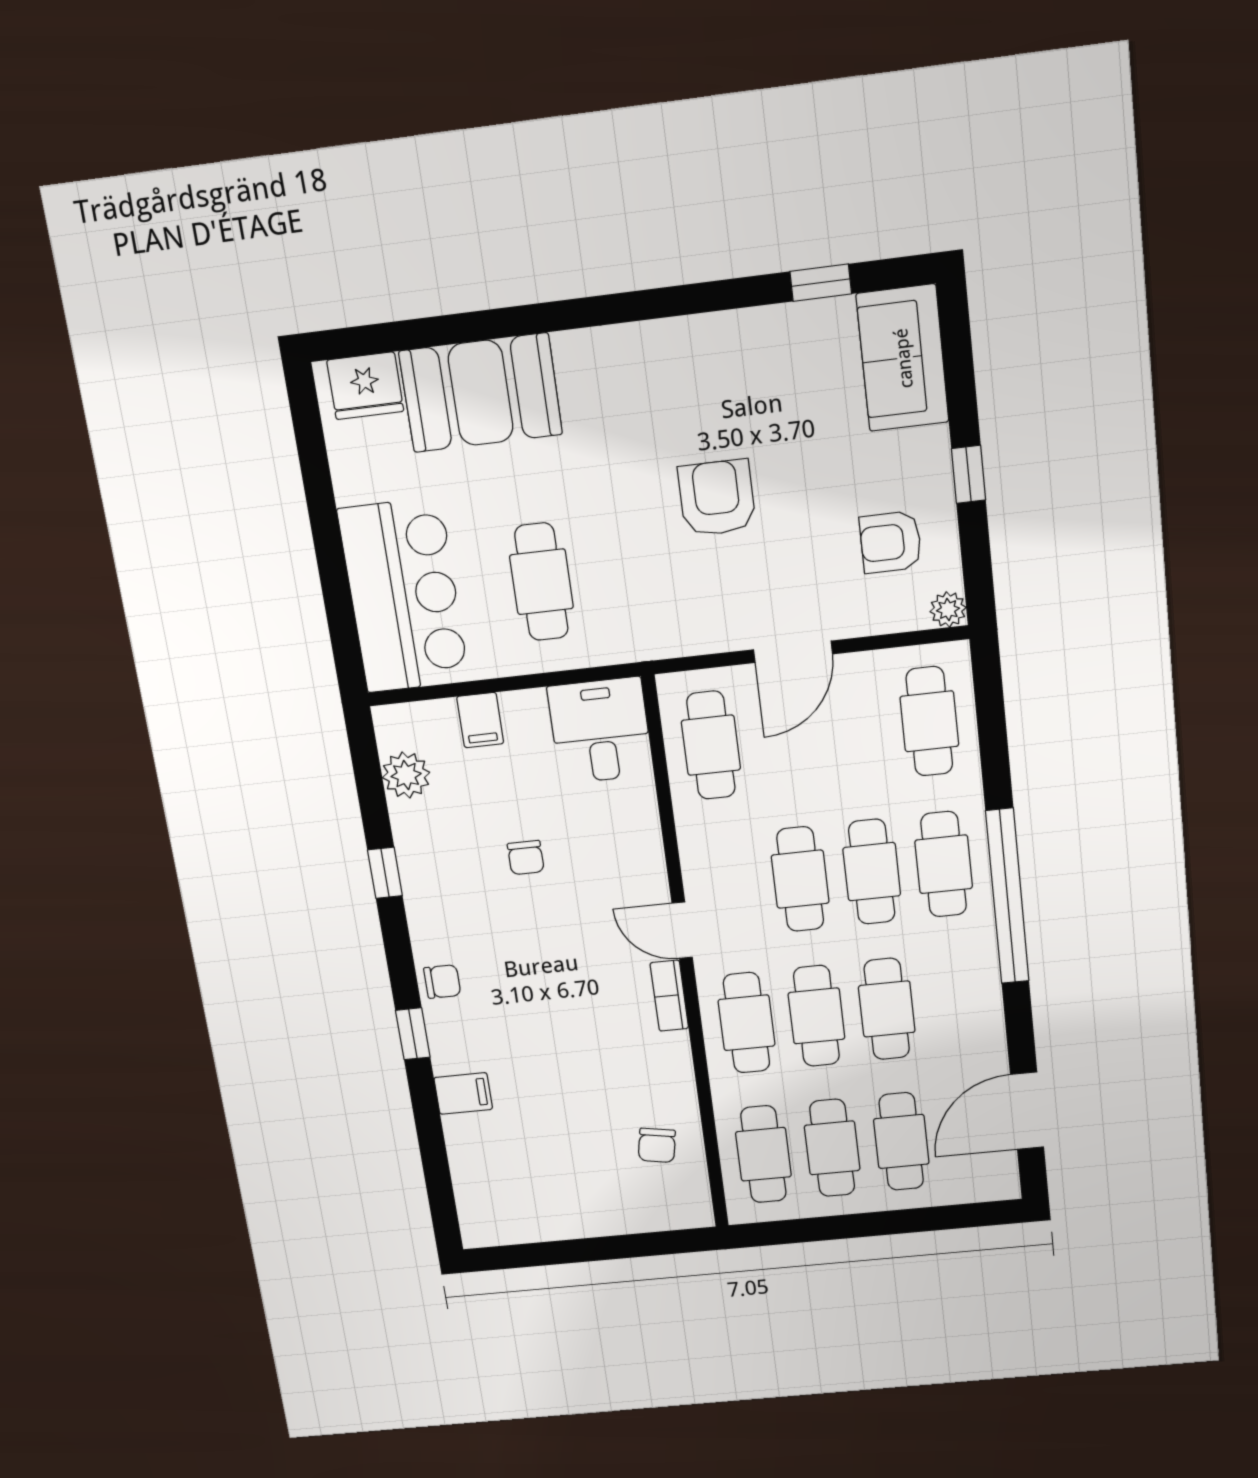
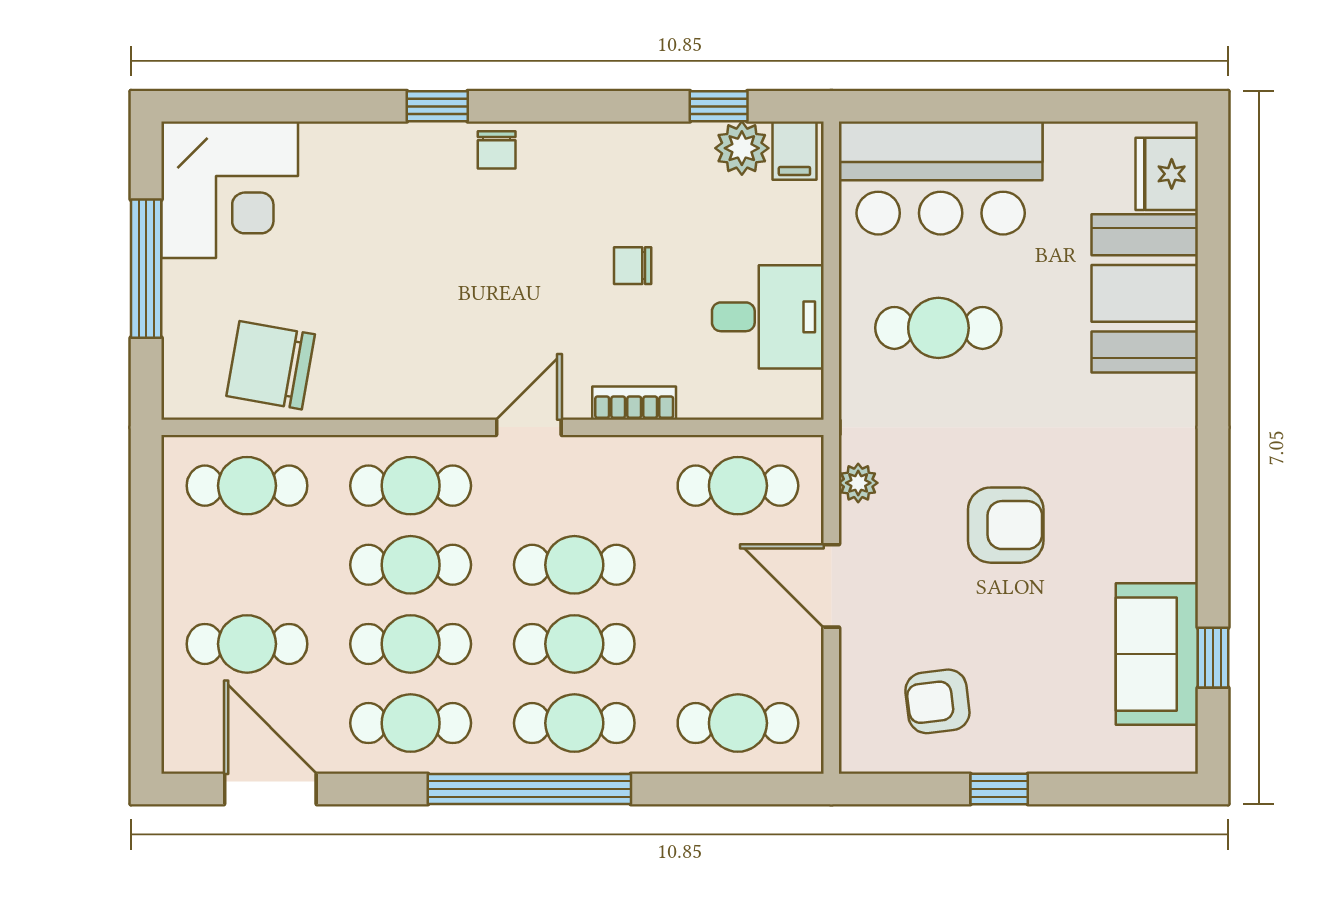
sofa: (903, 358) -> (1157, 654), moved, turned -90
armchair: (891, 542) -> (937, 701), turned -97
plant: (948, 609) -> (858, 483), moved
filing cabinet: (480, 720) -> (794, 151), moved, turned -90
desk: (600, 731) -> (768, 317), moved
window: (385, 873) -> (719, 106), moved
bookcase: (669, 996) -> (634, 403), moved
filing cabinet: (463, 1093) -> (358, 152), removed
chair: (657, 1145) -> (271, 365), width x1.87, depth x1.87
cafe table: (832, 1148) -> (411, 723), moved
corner desk: (512, 1191) -> (230, 190), added
window: (589, 1250) -> (146, 269), added

